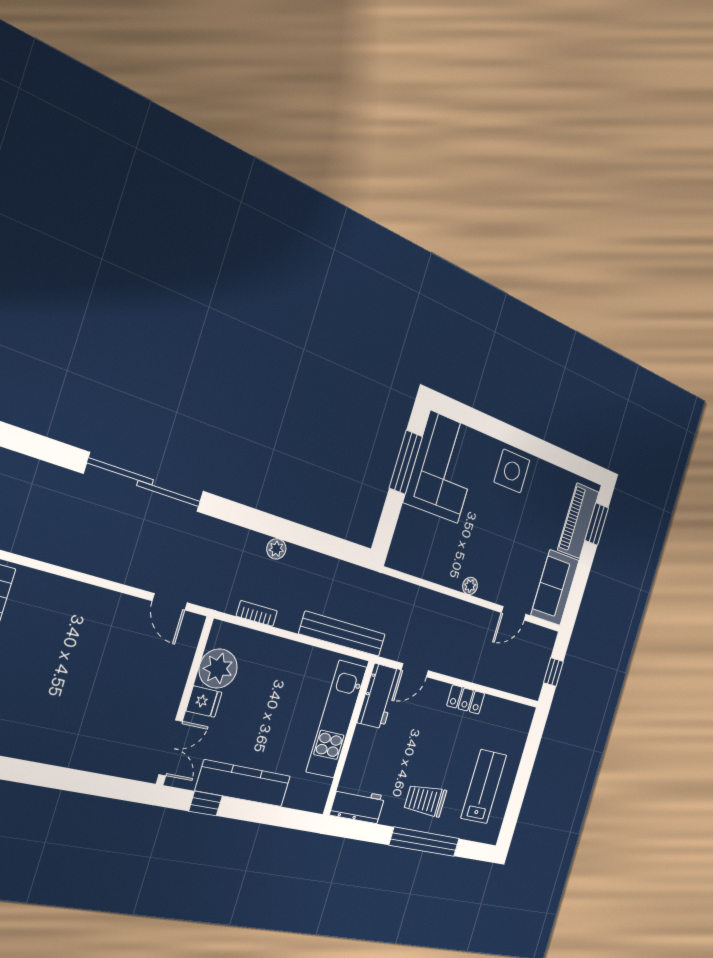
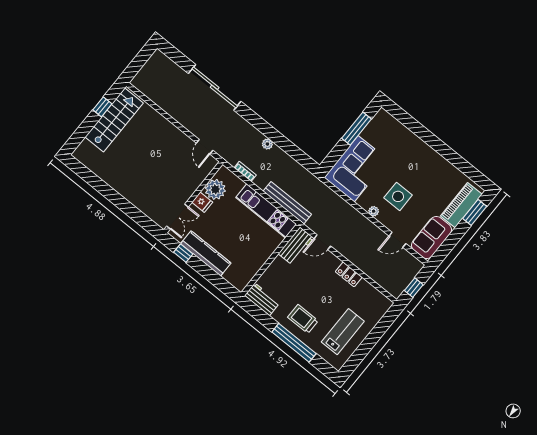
corner sofa: (444, 467) -> (356, 169), moved
side table: (512, 471) -> (398, 196), moved
kitchen unit: (337, 719) -> (266, 211), moved, turned -90

